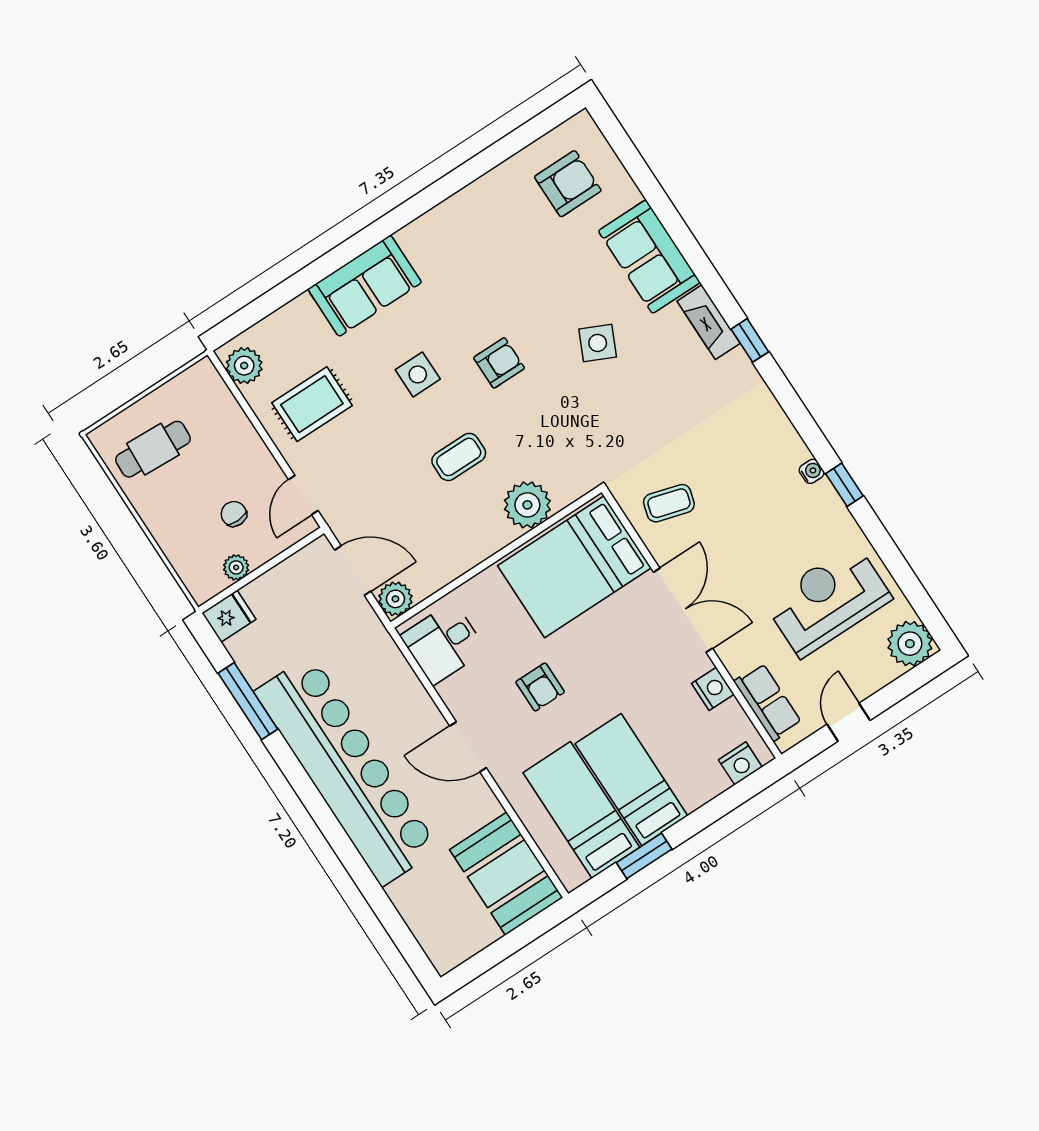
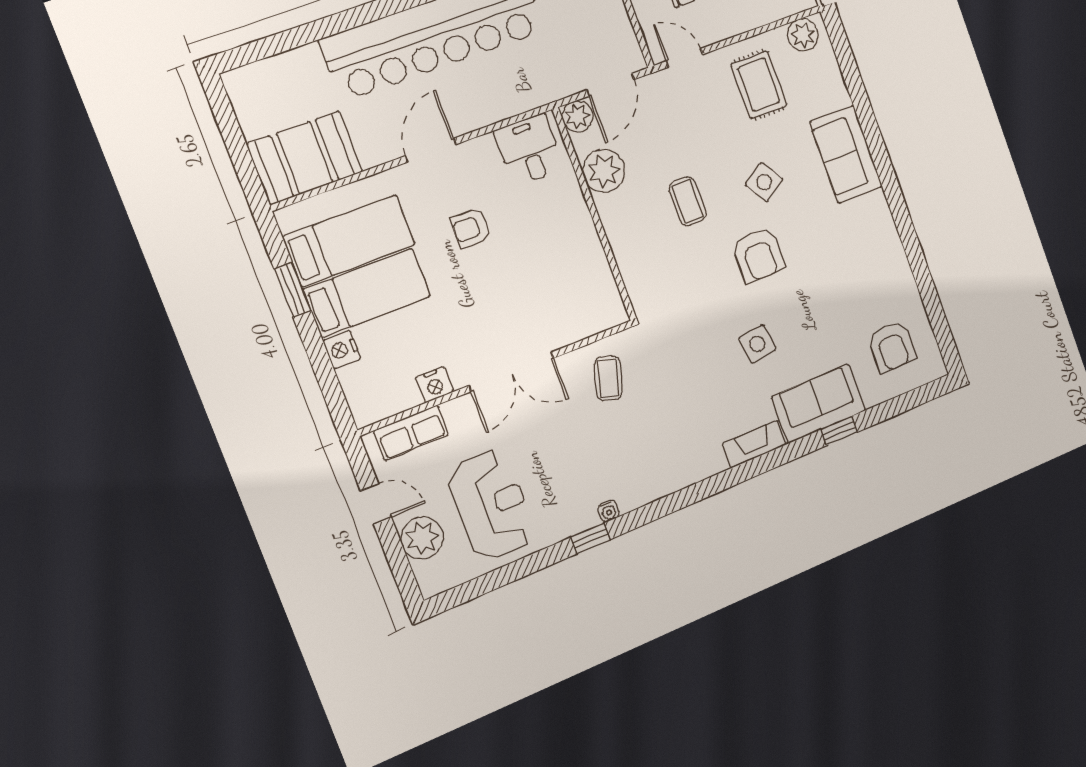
window: (750, 340) -> (839, 431), moved
side table: (598, 343) -> (757, 344), turned -33
armchair: (499, 363) -> (759, 255), width x1.38, depth x1.38
side table: (418, 374) -> (764, 182), turned -32
plant: (527, 505) -> (604, 171), moved
bed: (574, 567) -> (571, 282), removed
plant: (910, 644) -> (422, 538), moved
nightstand: (740, 763) -> (342, 350), moved

